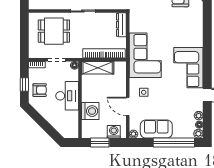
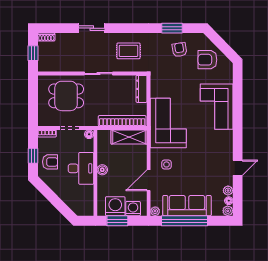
shelving: (98, 68) -> (129, 137), moved
corner sofa: (188, 68) -> (217, 107), moved
boiler: (86, 97) -> (102, 170), added
door: (128, 106) -> (149, 180), hinge flipped
washing machine: (90, 111) -> (115, 206), moved, turned -90
sofa: (156, 129) -> (187, 206), width x1.36
window: (174, 143) -> (185, 221), moved

